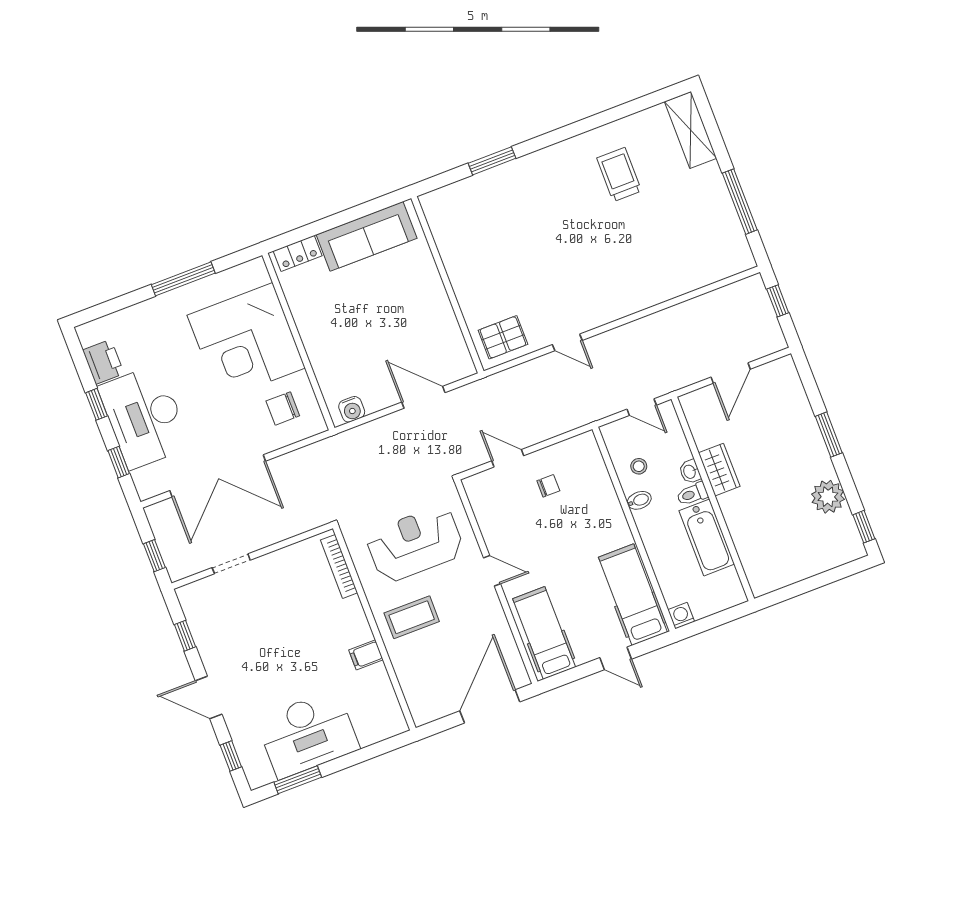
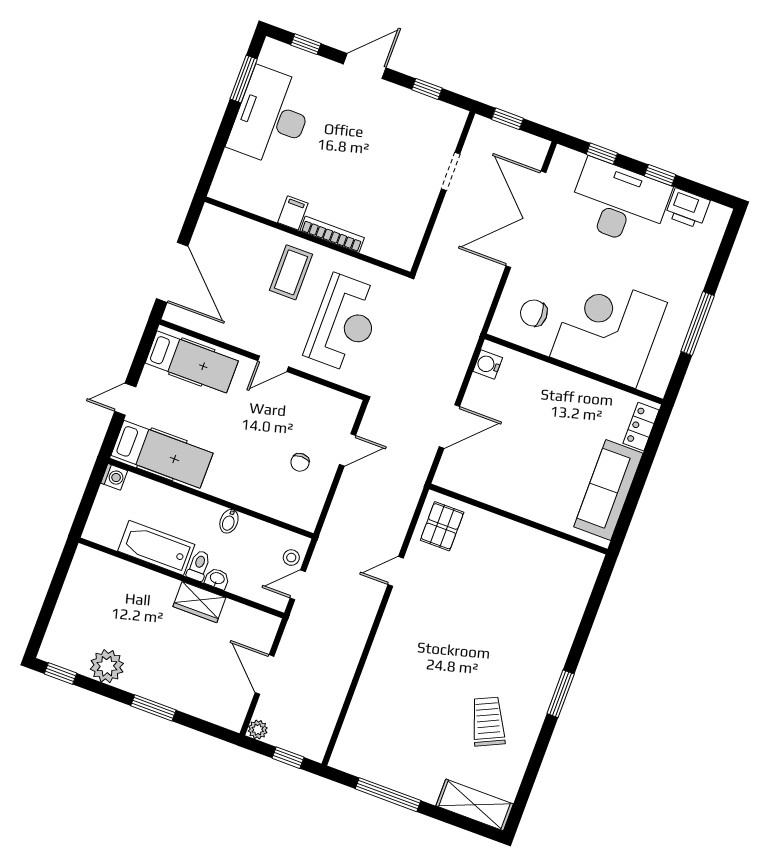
window: (492, 161) -> (561, 694), moved
trolley: (619, 175) -> (488, 722), turned -115
plant: (776, 342) -> (258, 730), added
chair: (283, 408) -> (534, 313), turned -90
stool: (639, 466) -> (291, 558), moved
bookcase: (339, 566) -> (332, 234), moved

